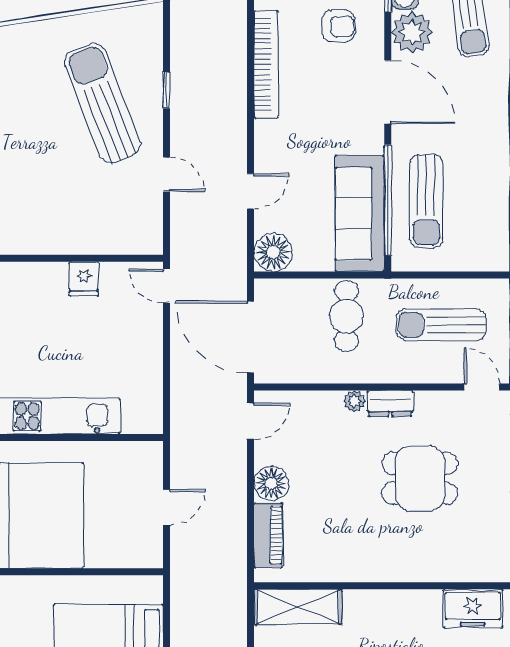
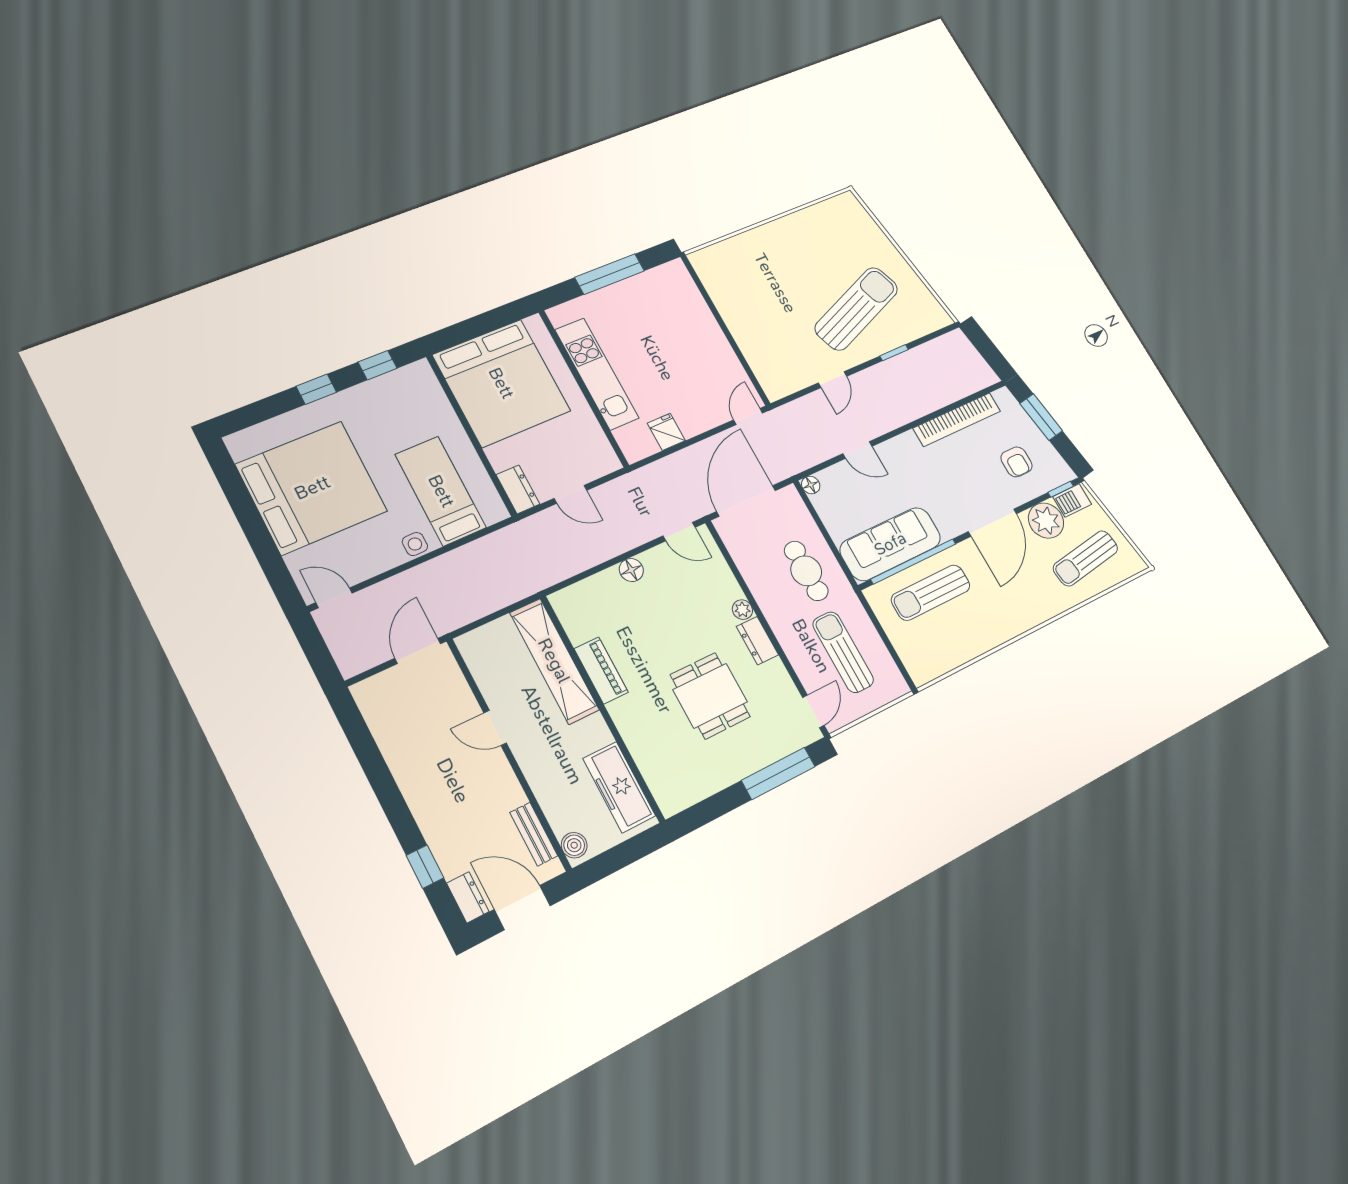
floor lamp: (273, 252) -> (811, 485), width x0.53, depth x0.53
fridge: (84, 279) -> (666, 432), moved, turned 90
cafe table: (346, 316) -> (806, 571), turned 90
floor lamp: (271, 483) -> (631, 570), width x0.73, depth x0.73
piano: (268, 535) -> (601, 670), moved, turned -90
dresser: (139, 555) -> (518, 489), added
shelving: (298, 607) -> (554, 661), width x1.47
freezer: (473, 609) -> (619, 787), width x1.40

